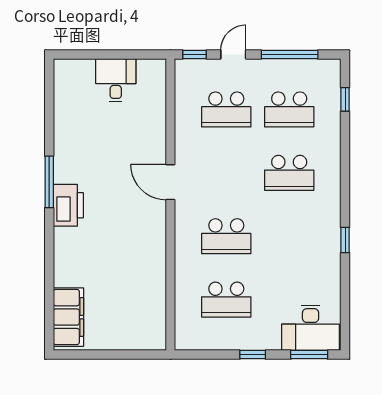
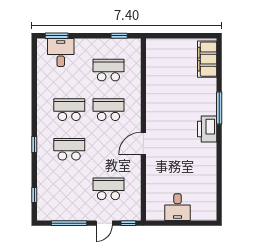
school desk: (289, 109) -> (69, 110), moved
window: (49, 182) -> (219, 108), moved
door: (170, 182) -> (143, 143), swing flipped
window: (345, 240) -> (34, 144), moved
desk: (311, 328) -> (61, 52), width x0.73
window: (253, 355) -> (119, 36), moved

